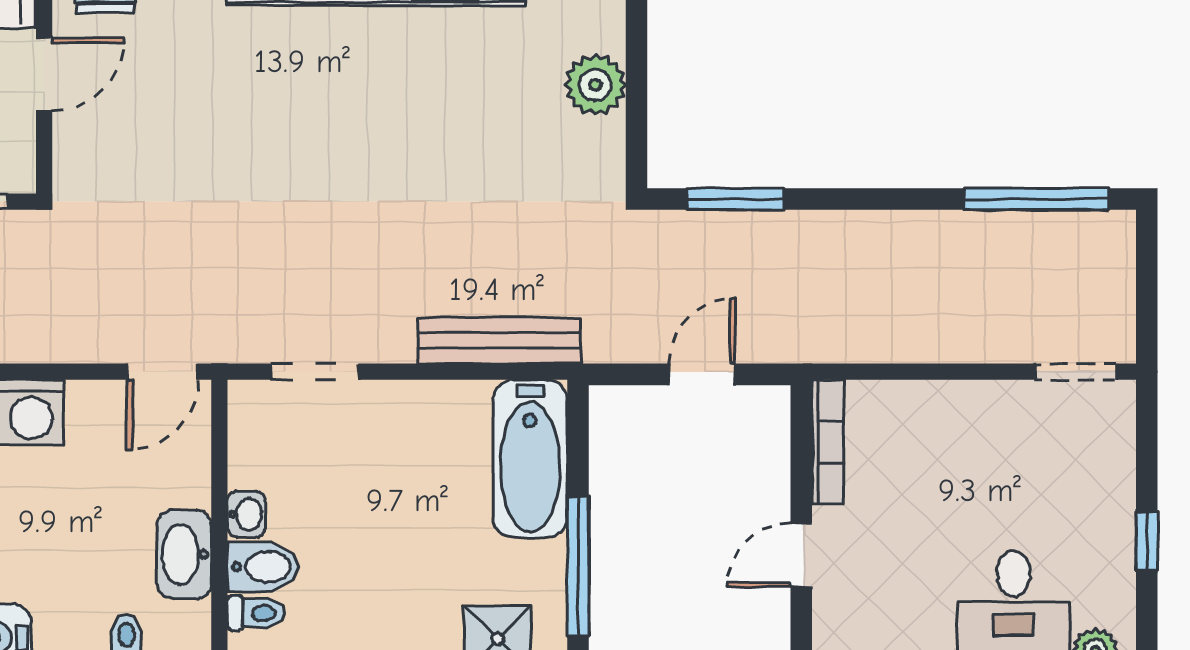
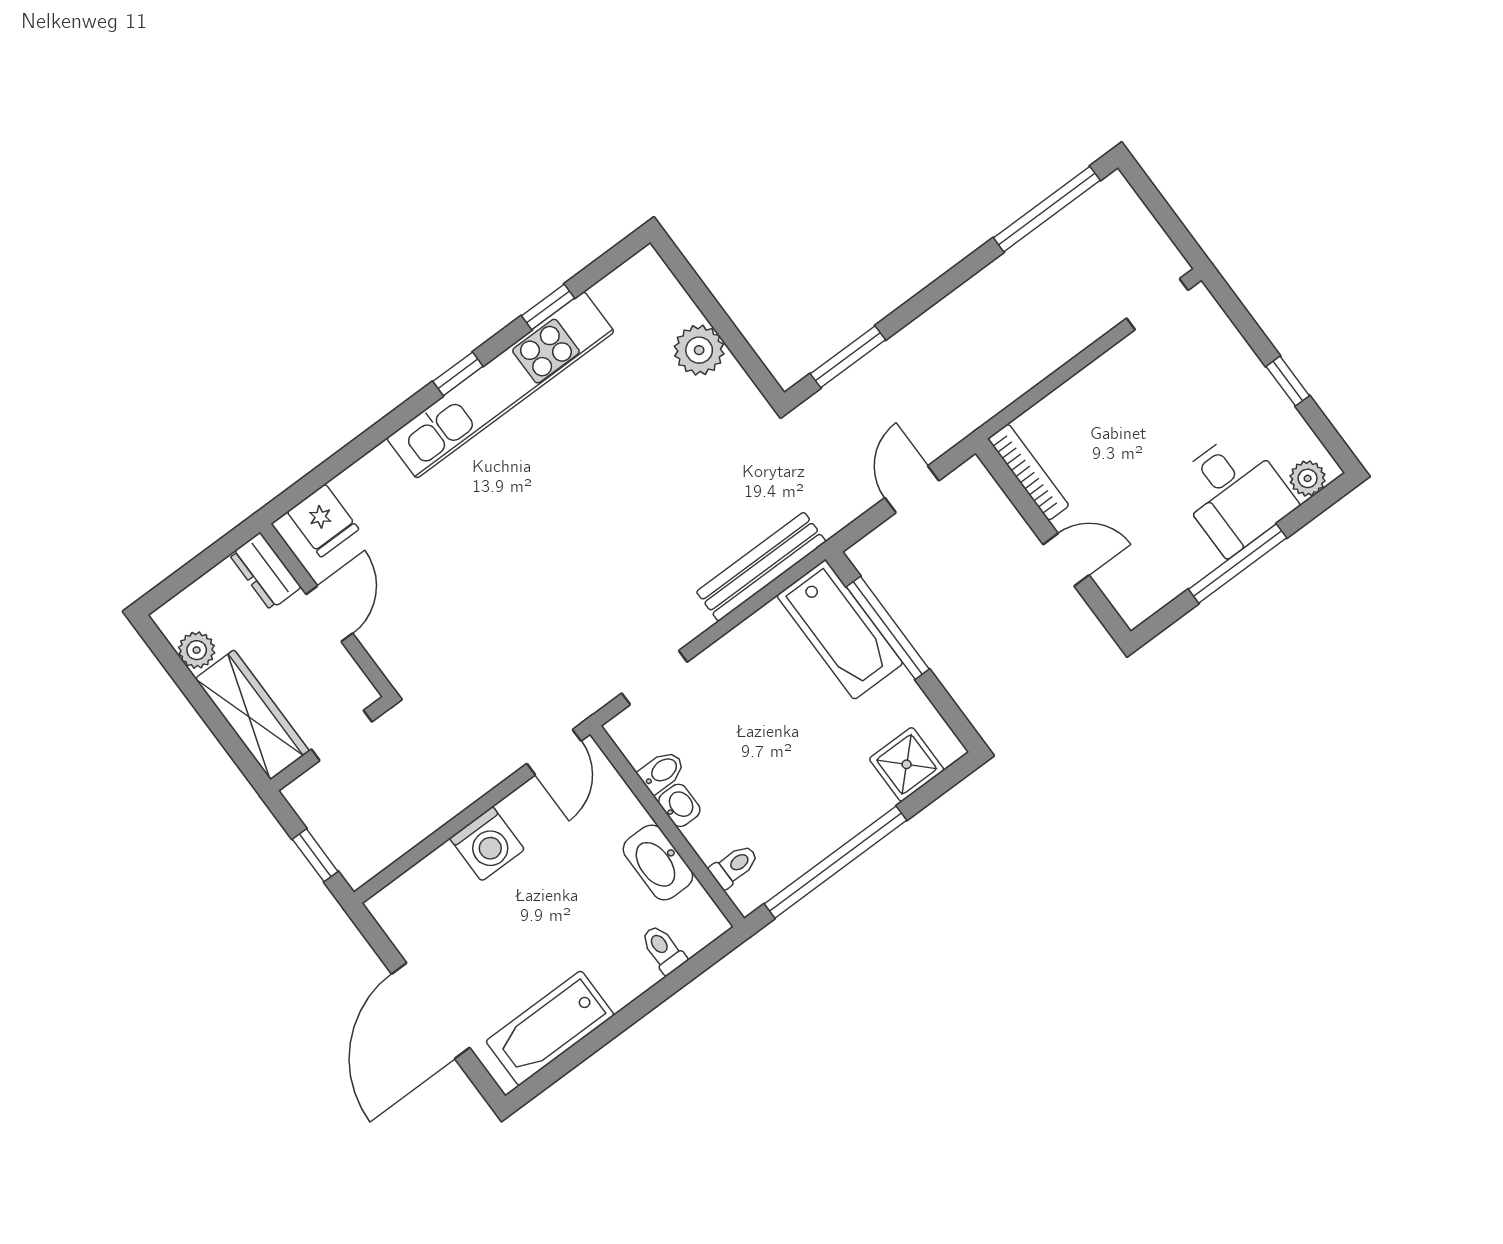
door: (801, 555) -> (1066, 560), swing flipped
window: (578, 566) -> (888, 628), moved
bidet: (263, 567) -> (662, 772), moved, width x0.72, depth x0.74

